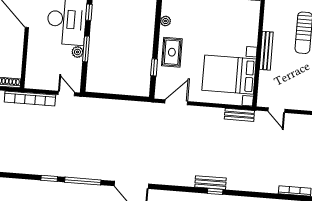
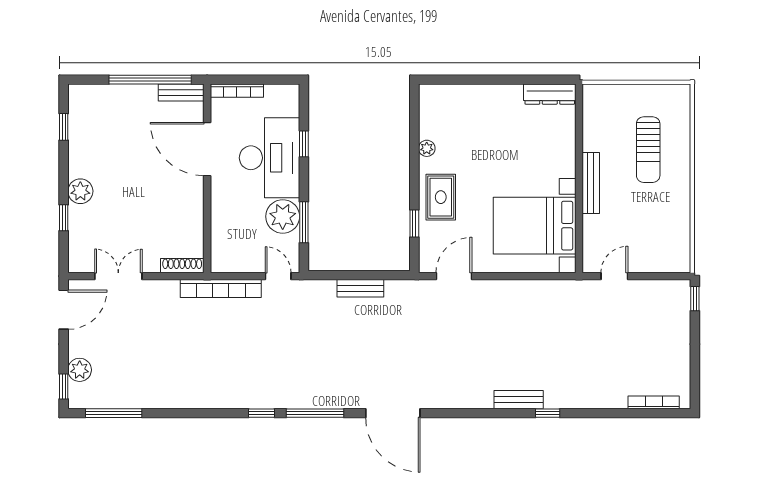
window: (86, 49) -> (304, 222), moved
plant: (77, 52) -> (283, 216), width x1.87, depth x1.87
door: (276, 110) -> (614, 276), swing flipped
bench: (239, 115) -> (360, 288), moved
window: (215, 191) -> (548, 413), moved

